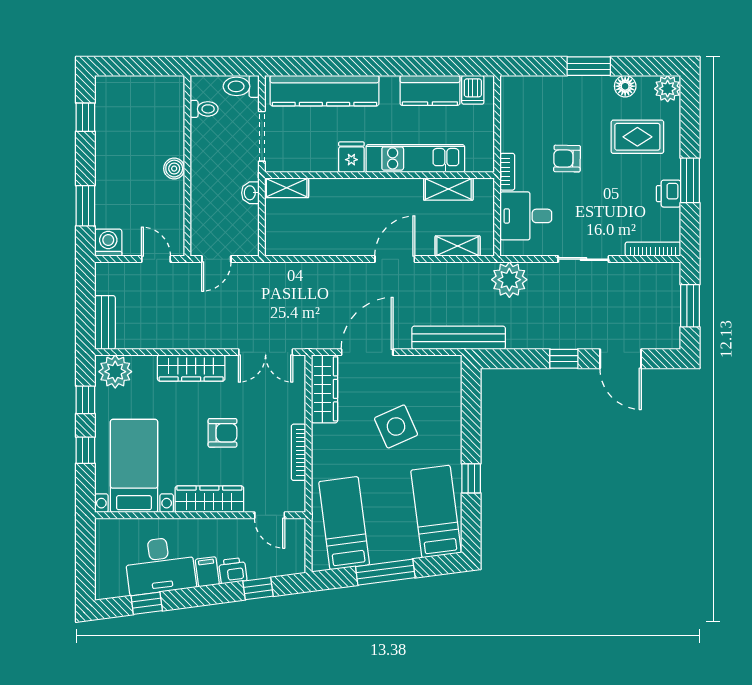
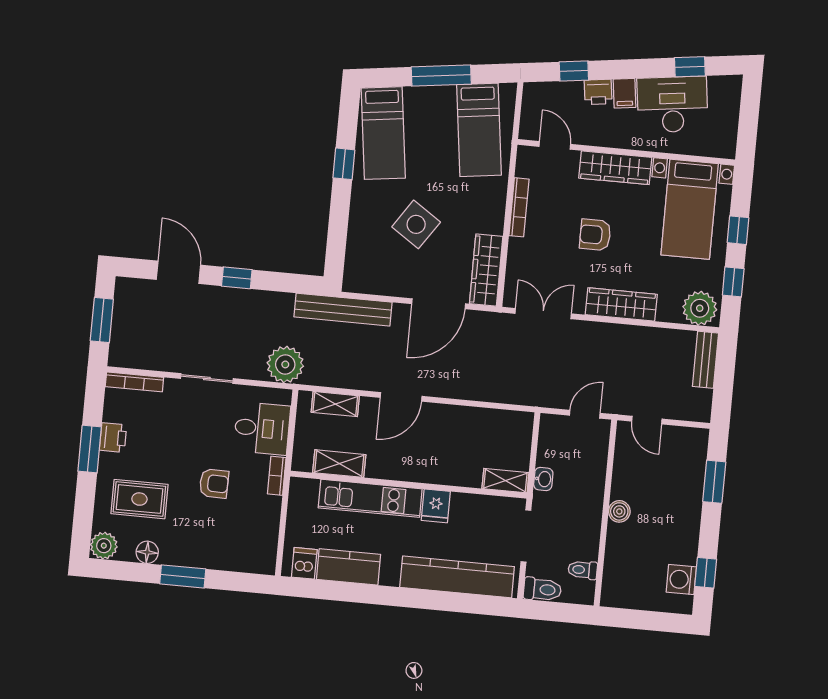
washing machine: (108, 243) -> (681, 580), moved, turned 90
side table: (396, 426) -> (416, 224), turned -32

